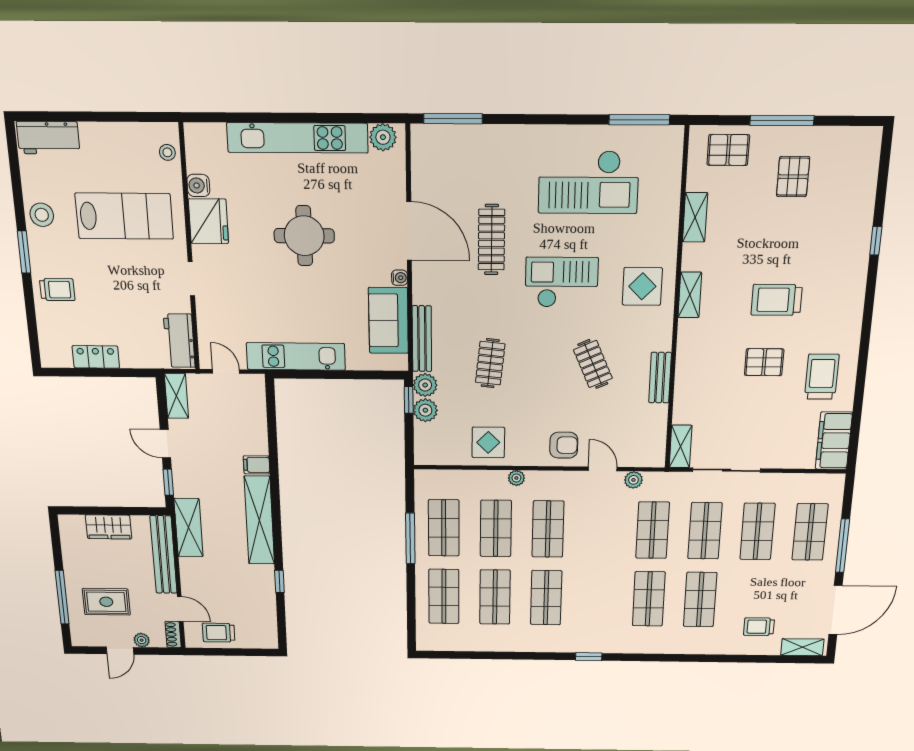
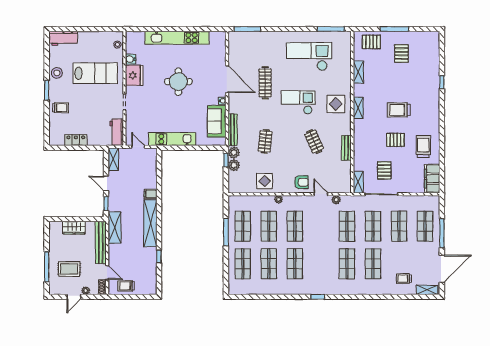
plant: (383, 137) -> (216, 37), removed
checkout: (588, 182) -> (309, 57), turned 180
pallet: (736, 424) -> (384, 170), added

